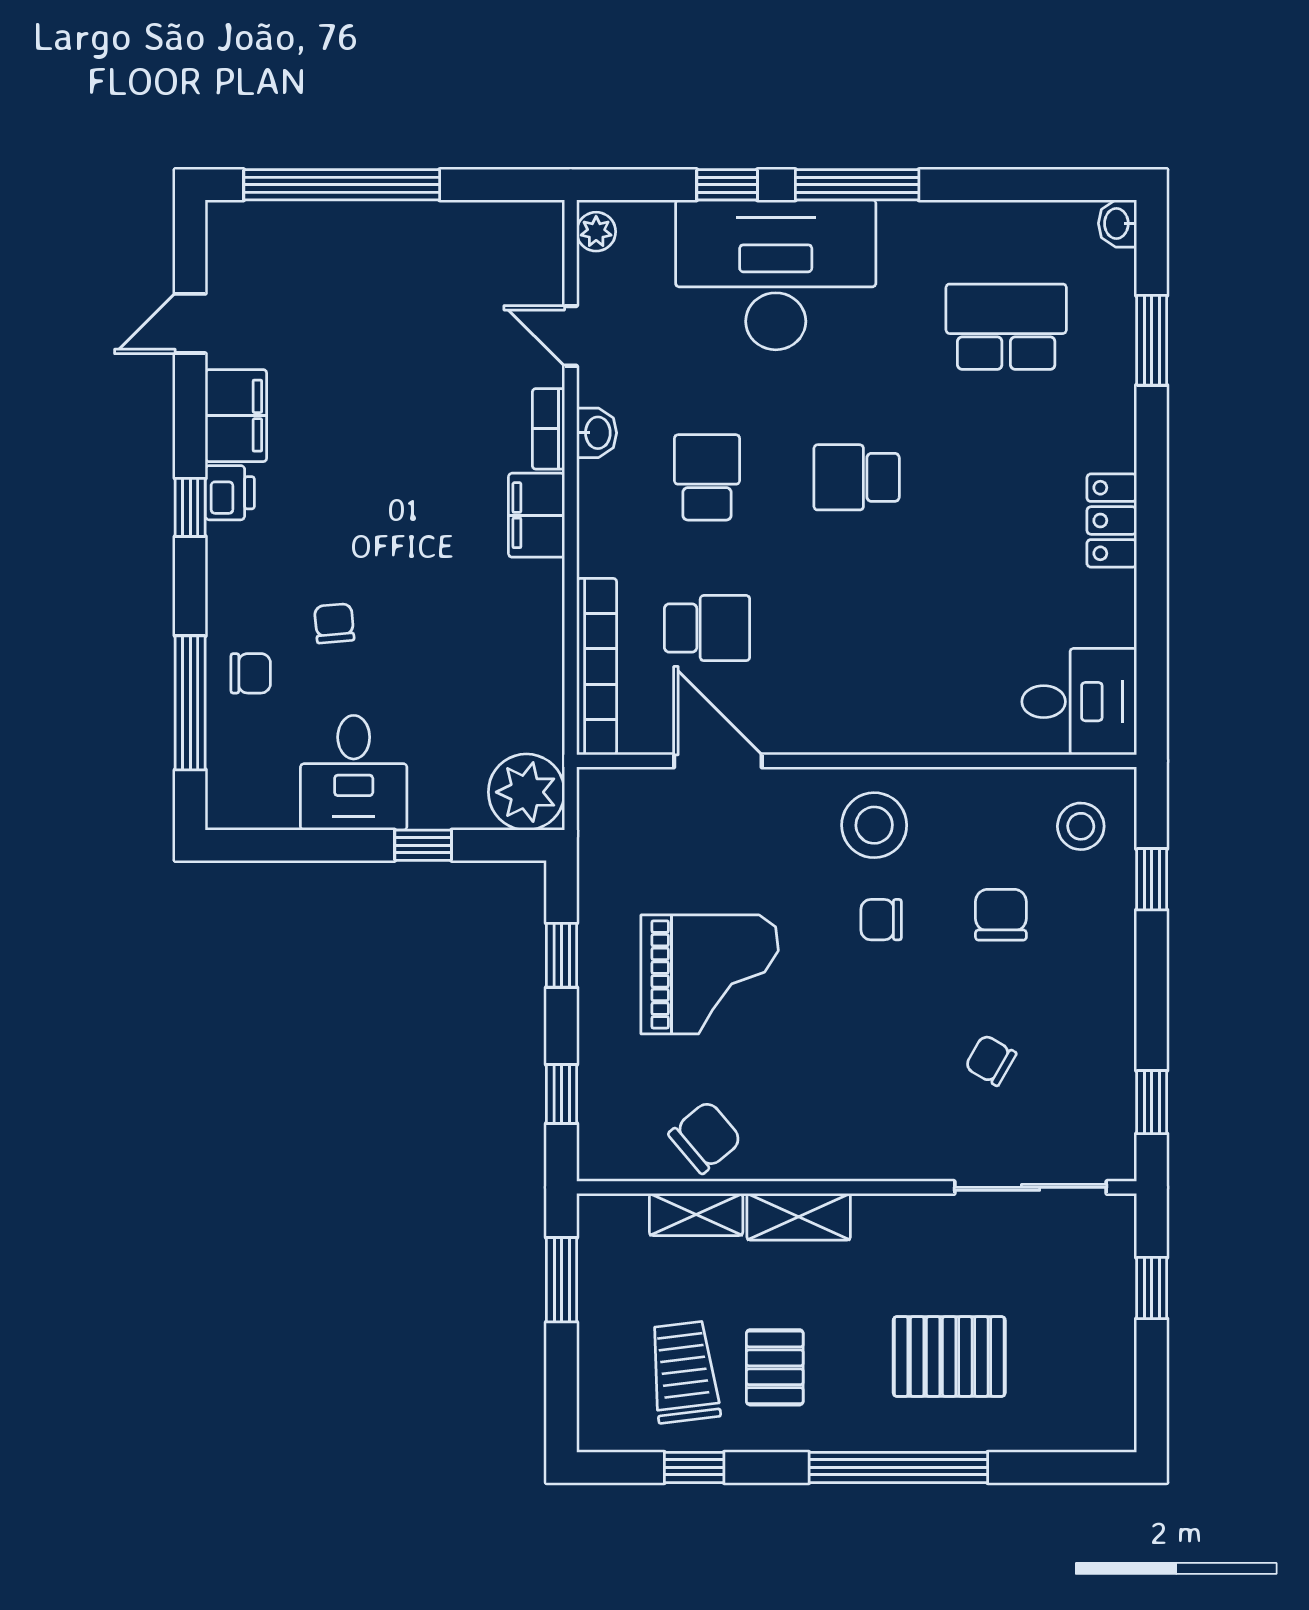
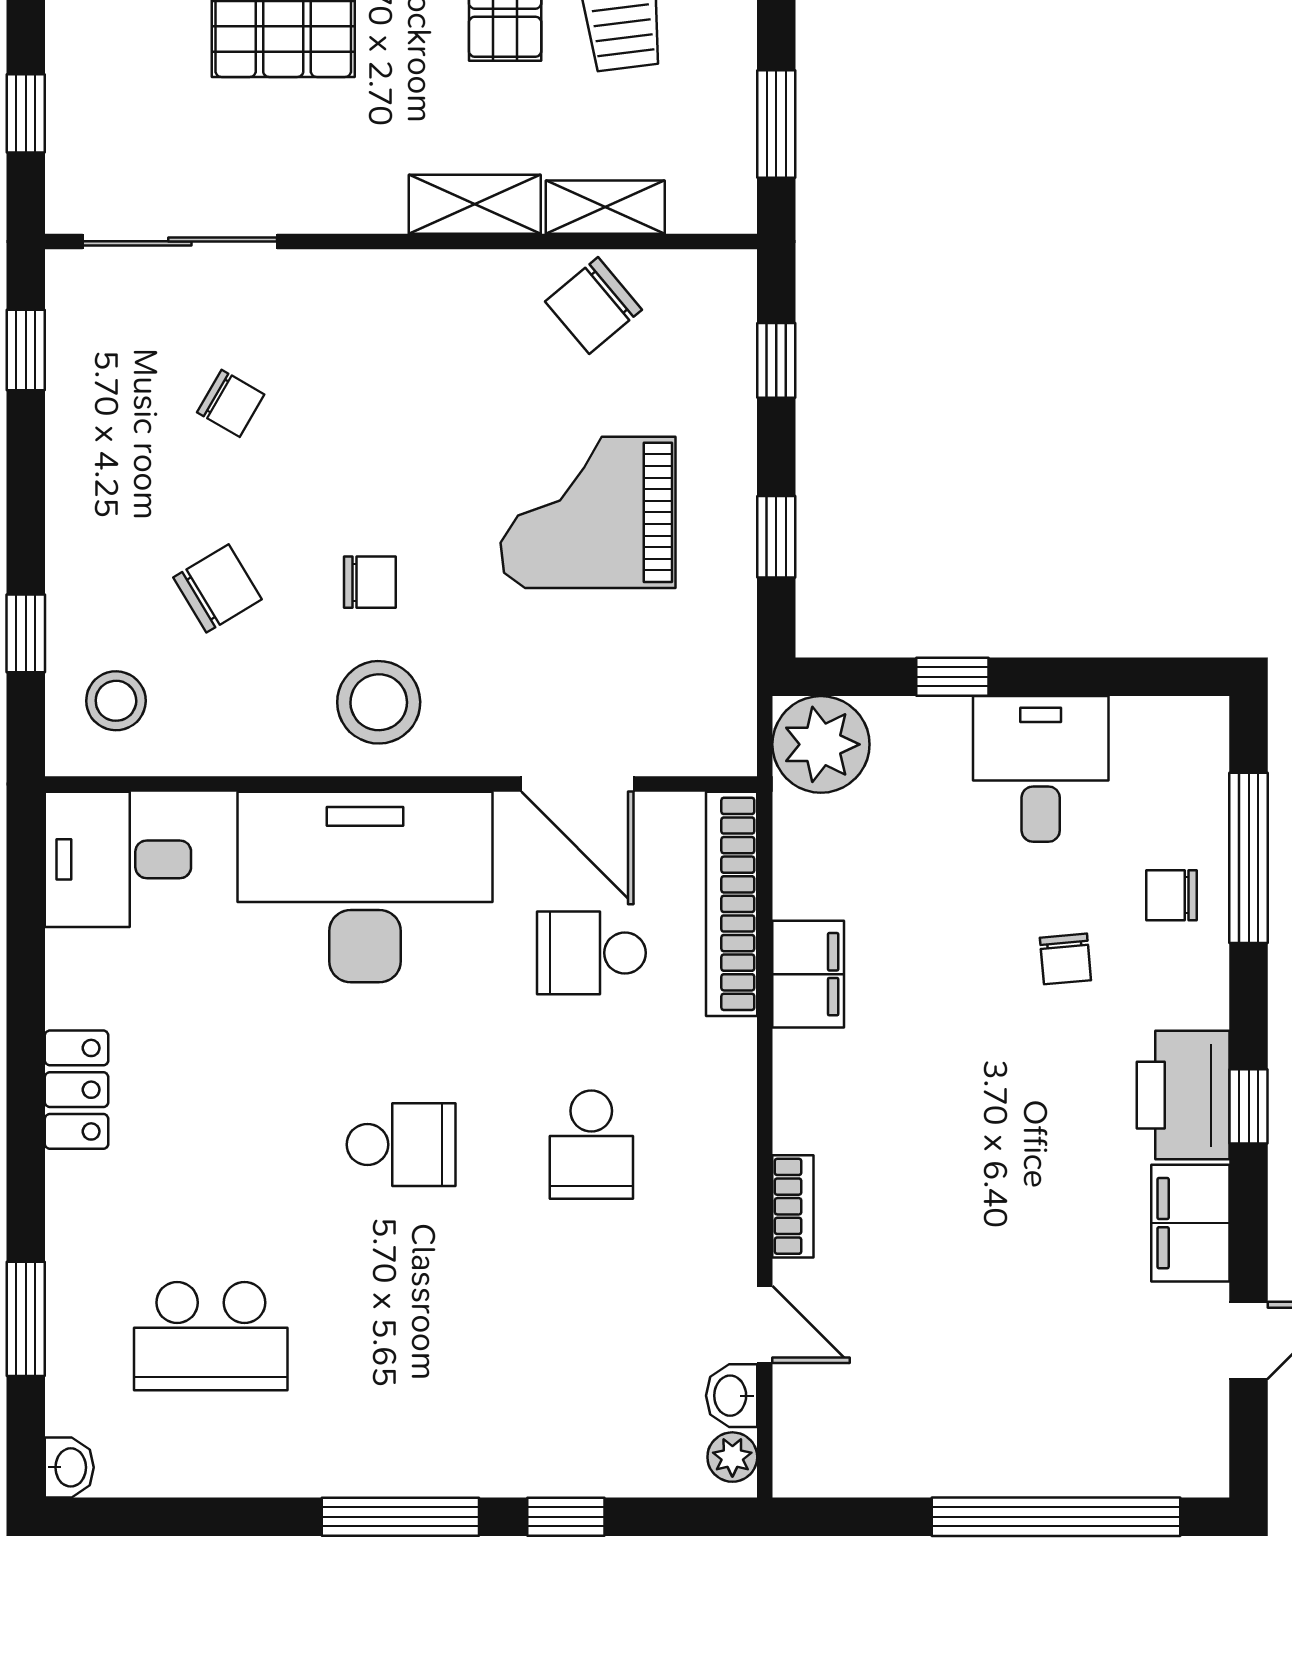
desk: (776, 275) -> (365, 887), moved, turned 180
washbasin: (597, 433) -> (732, 1396), moved
printer: (230, 493) -> (1183, 1095), width x1.87, depth x1.48
filing cabinet: (537, 515) -> (808, 974), moved
chair: (1001, 915) -> (218, 588), turned -121

